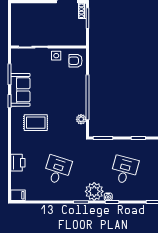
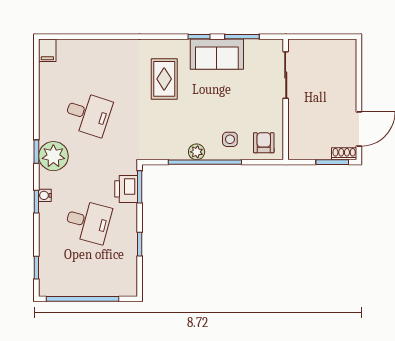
side table: (56, 56) -> (230, 139), moved
plant: (81, 119) -> (197, 152), moved
printer: (18, 163) -> (126, 189), moved, turned 90
plant: (94, 191) -> (53, 156), moved

